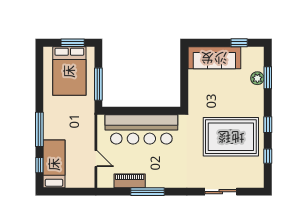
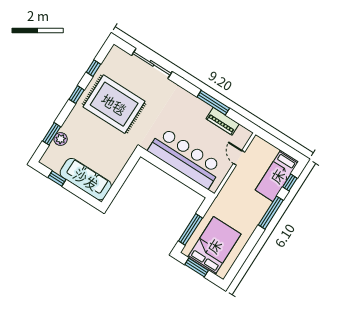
window: (98, 84) -> (190, 229), moved
sliding door: (221, 192) -> (152, 63), width x1.37

